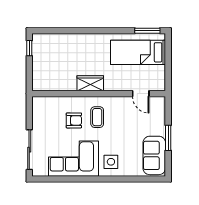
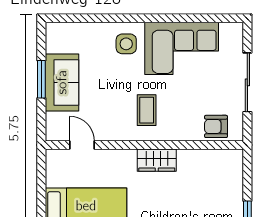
armchair: (74, 120) -> (216, 126), moved
sliding door: (29, 150) -> (247, 82), moved
sofa: (154, 155) -> (62, 82), moved

